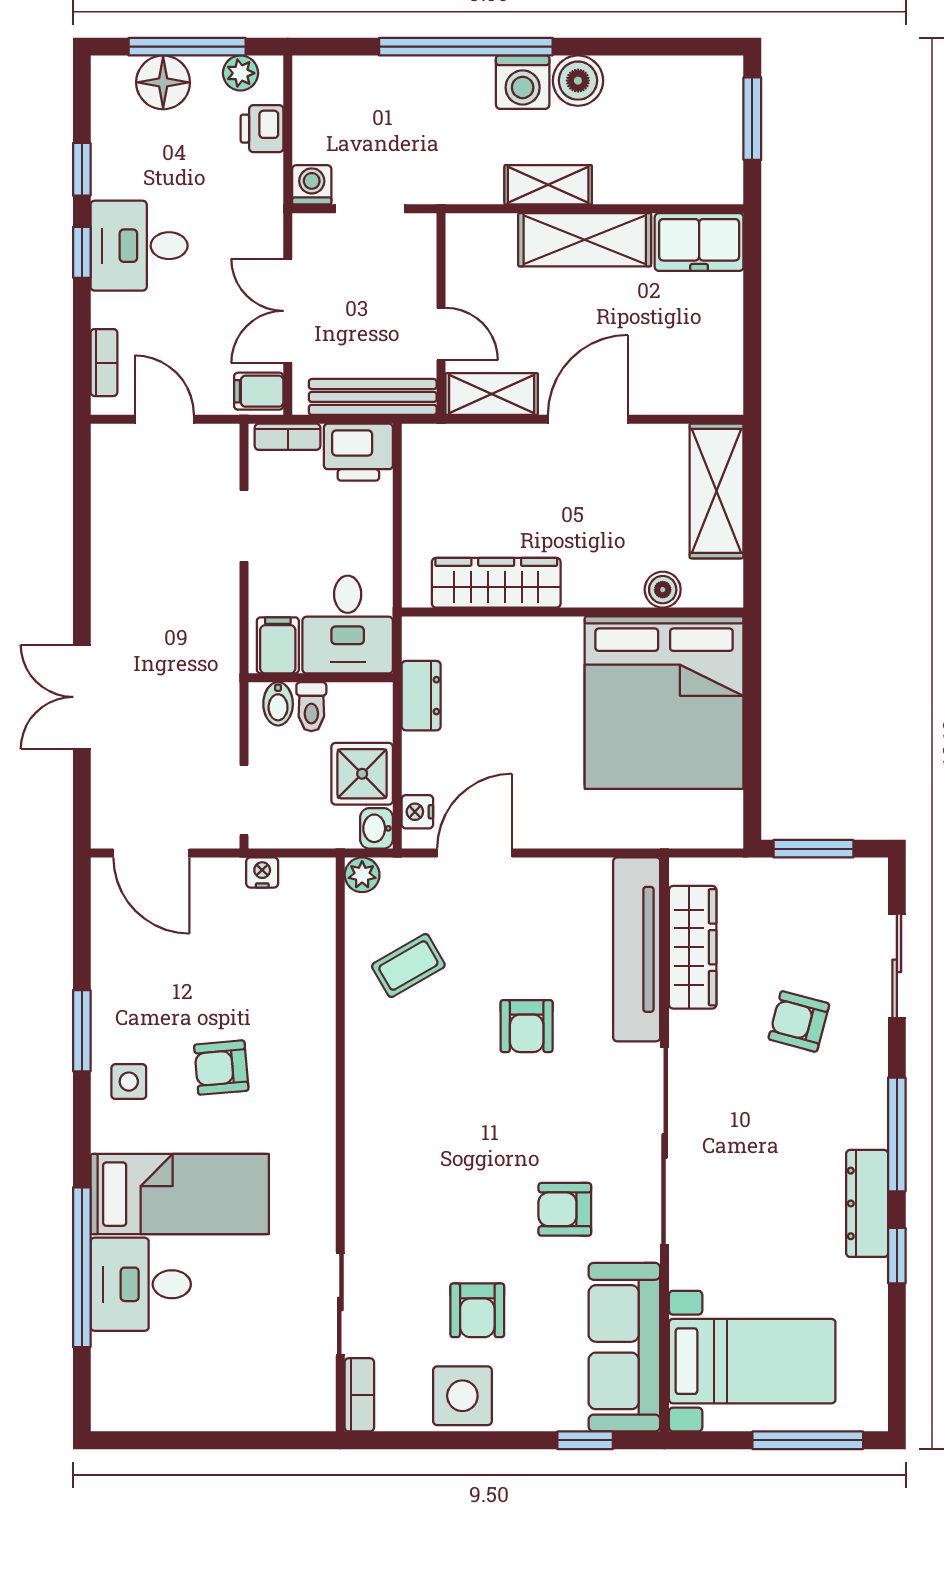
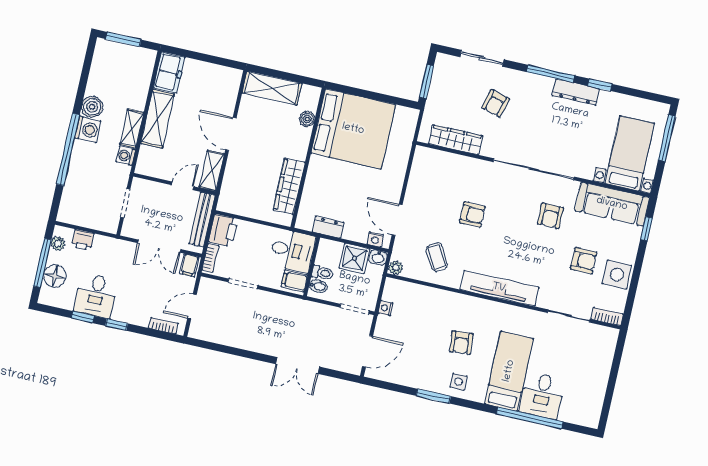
washing machine: (312, 185) -> (126, 156), moved
desk: (139, 246) -> (96, 295), moved
tv unit: (637, 949) -> (499, 288), moved, turned 180

